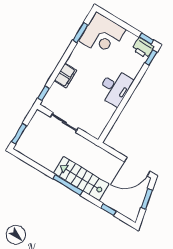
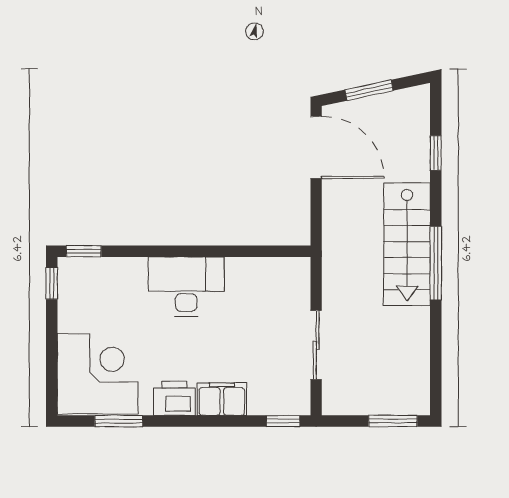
printer: (143, 48) -> (174, 398), moved, turned -90

